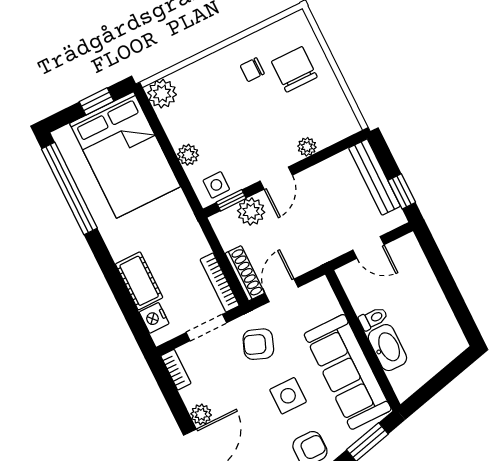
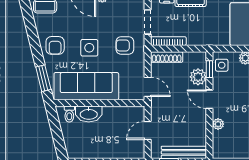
door: (282, 290) -> (148, 87), moved
toilet: (373, 318) -> (69, 114), moved
armchair: (258, 344) -> (125, 45), turned -111

